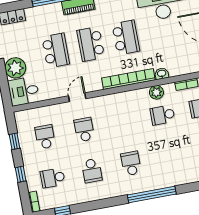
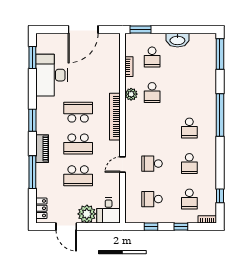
school desk: (56, 50) -> (78, 176), turned 180
washbasin: (162, 74) -> (116, 87), removed
door: (77, 97) -> (123, 165), hinge flipped
school desk: (131, 163) -> (189, 128), turned -90
school desk: (92, 171) -> (189, 164), turned 90

